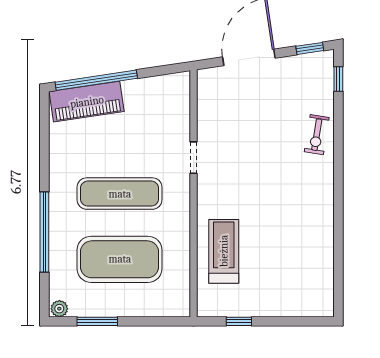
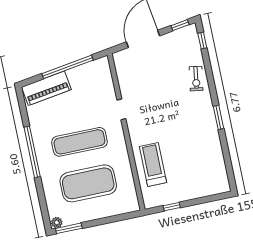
window: (96, 80) -> (68, 67), moved
window: (338, 201) -> (218, 117), added
window: (44, 232) -> (32, 152), moved
window: (97, 321) -> (69, 228), moved

